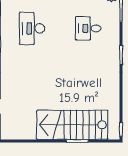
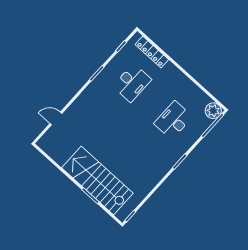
desk: (32, 28) -> (132, 83), turned 180
desk: (88, 28) -> (173, 120), width x1.37

